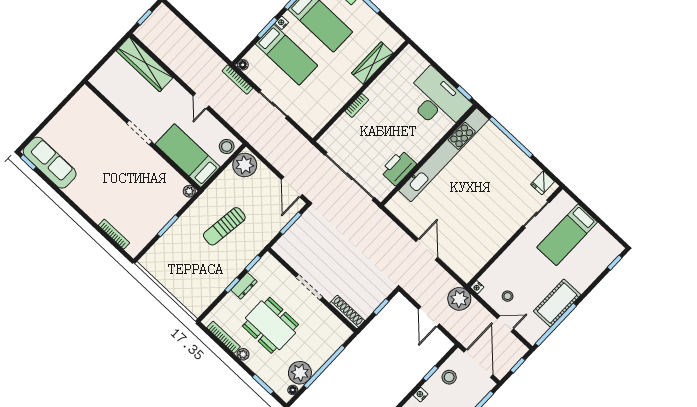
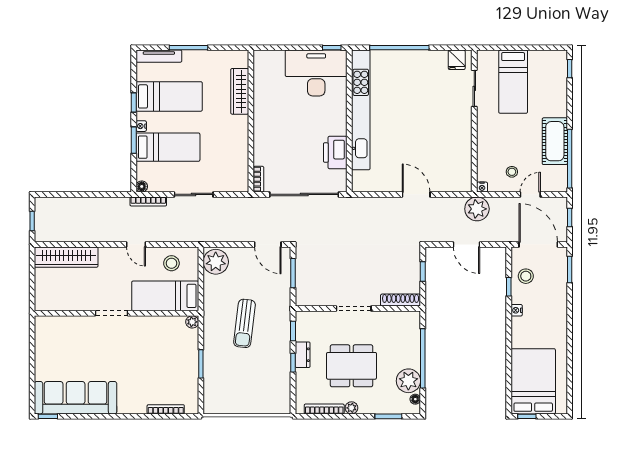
bookcase: (357, 105) -> (258, 179), moved
stool: (227, 147) -> (171, 263), moved
sofa: (50, 163) -> (76, 398), width x1.36, depth x1.27

